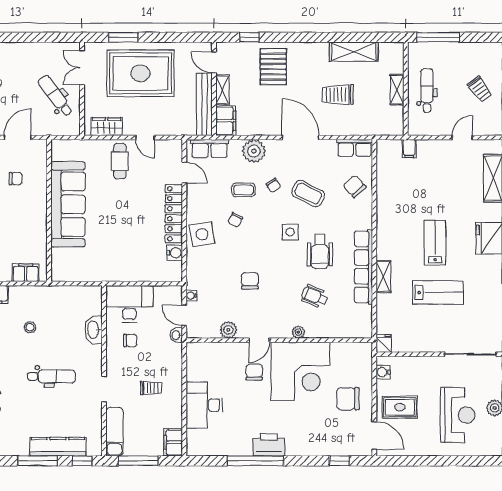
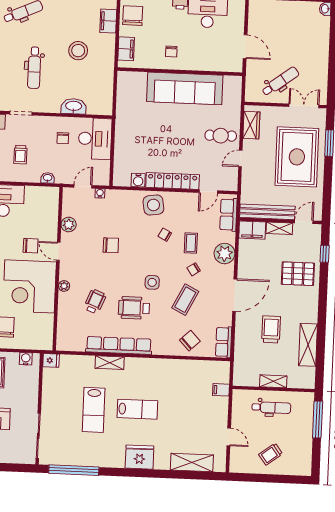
chair: (16, 179) -> (171, 52), moved
stool: (30, 327) -> (78, 51), width x1.89, depth x1.89
washbasin: (176, 335) -> (48, 178), moved

